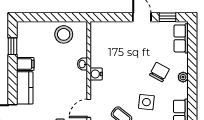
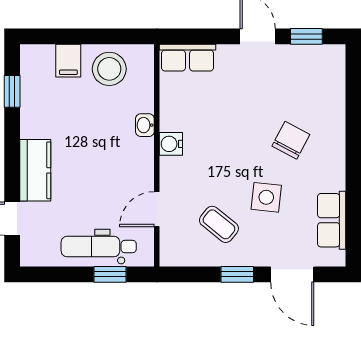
row of seats: (181, 38) -> (187, 58), moved, turned -90
filing cabinet: (25, 64) -> (68, 61), moved, turned 90
plant: (183, 77) -> (336, 150), removed

